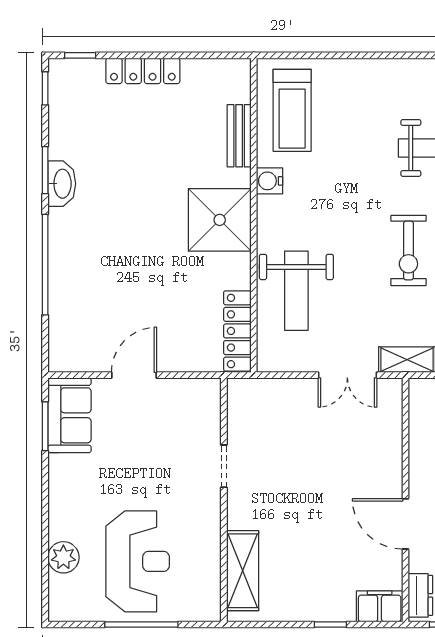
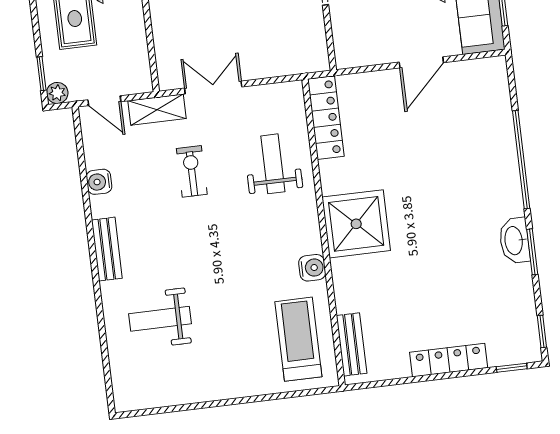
bench: (239, 136) -> (351, 344), moved
exercise bike: (408, 251) -> (192, 171), moved, width x0.73, depth x0.72
weight bench: (296, 291) -> (273, 164), width x0.73, depth x0.75

